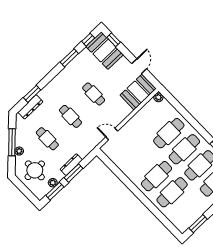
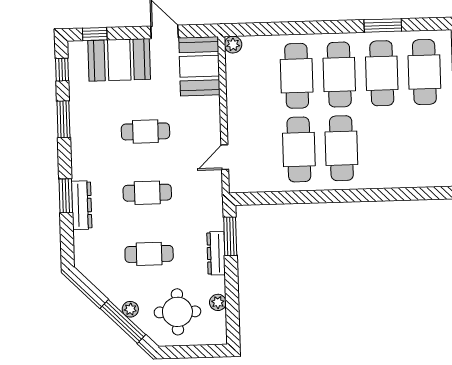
booth: (105, 51) -> (119, 60), moved
window: (32, 94) -> (66, 196), moved
dresser: (30, 107) -> (82, 205), moved
window: (12, 142) -> (123, 322), moved
window: (74, 173) -> (230, 236), moved
window: (55, 191) -> (232, 310), removed
cafe table: (172, 192) -> (299, 149), moved

